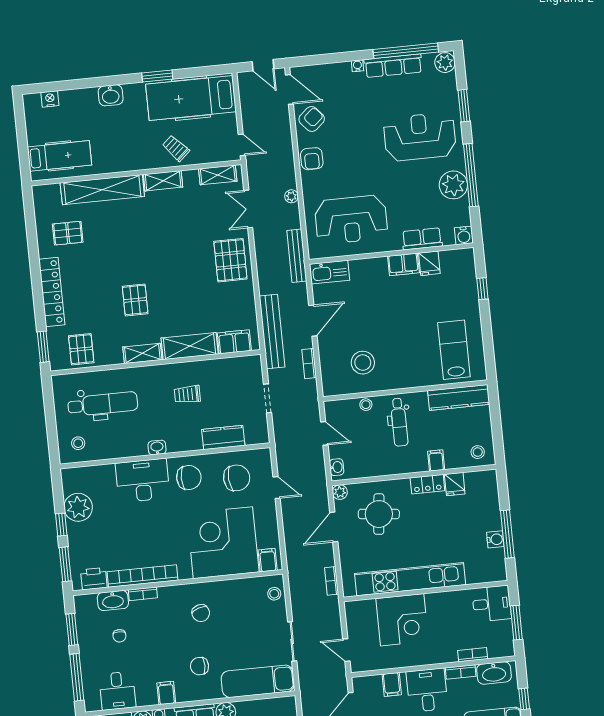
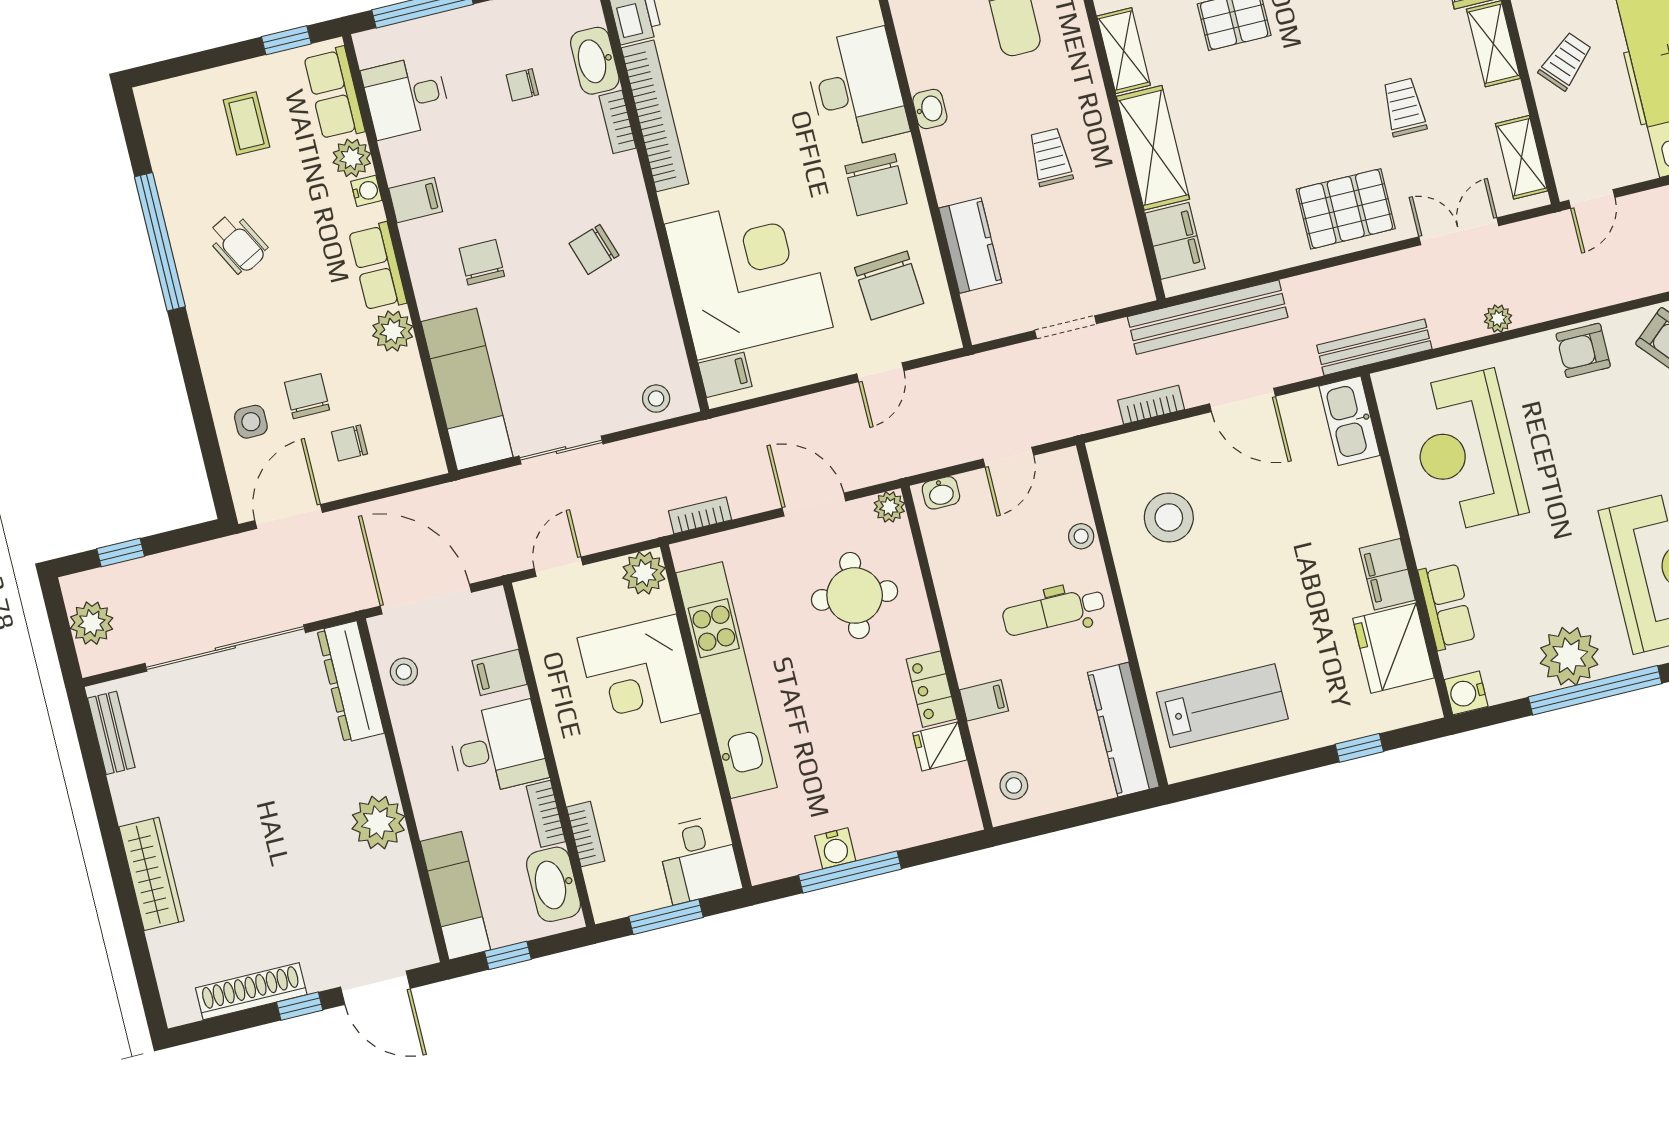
trolley: (187, 226) -> (1404, 107), added
fridge: (429, 263) -> (1394, 648), width x1.88, depth x1.34
plant: (355, 611) -> (644, 573), added

